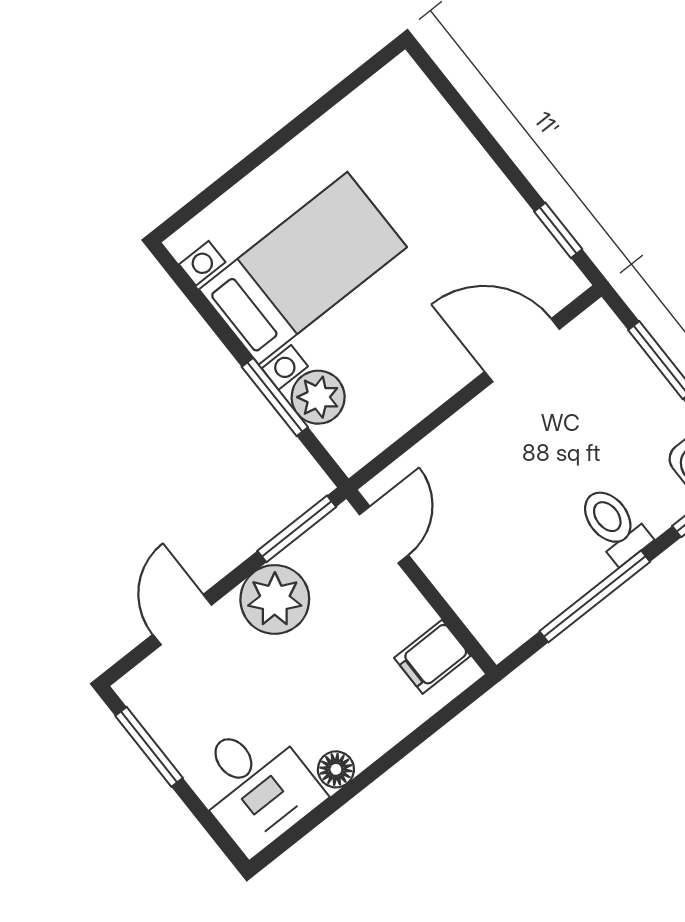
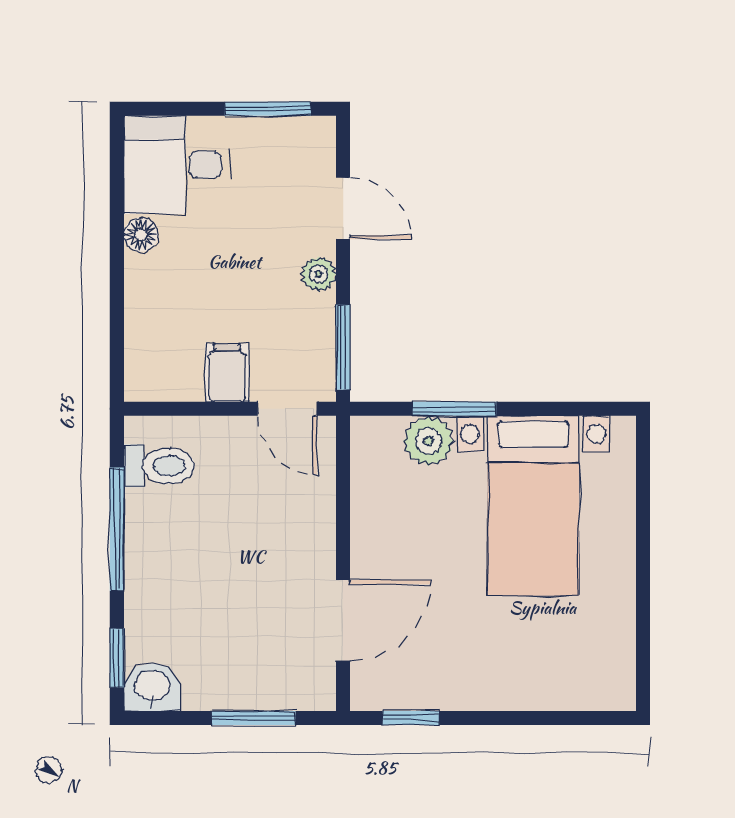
toilet: (614, 525) -> (159, 466), moved
plant: (275, 599) -> (319, 274), width x0.53, depth x0.53
filing cabinet: (432, 657) -> (227, 373), moved

